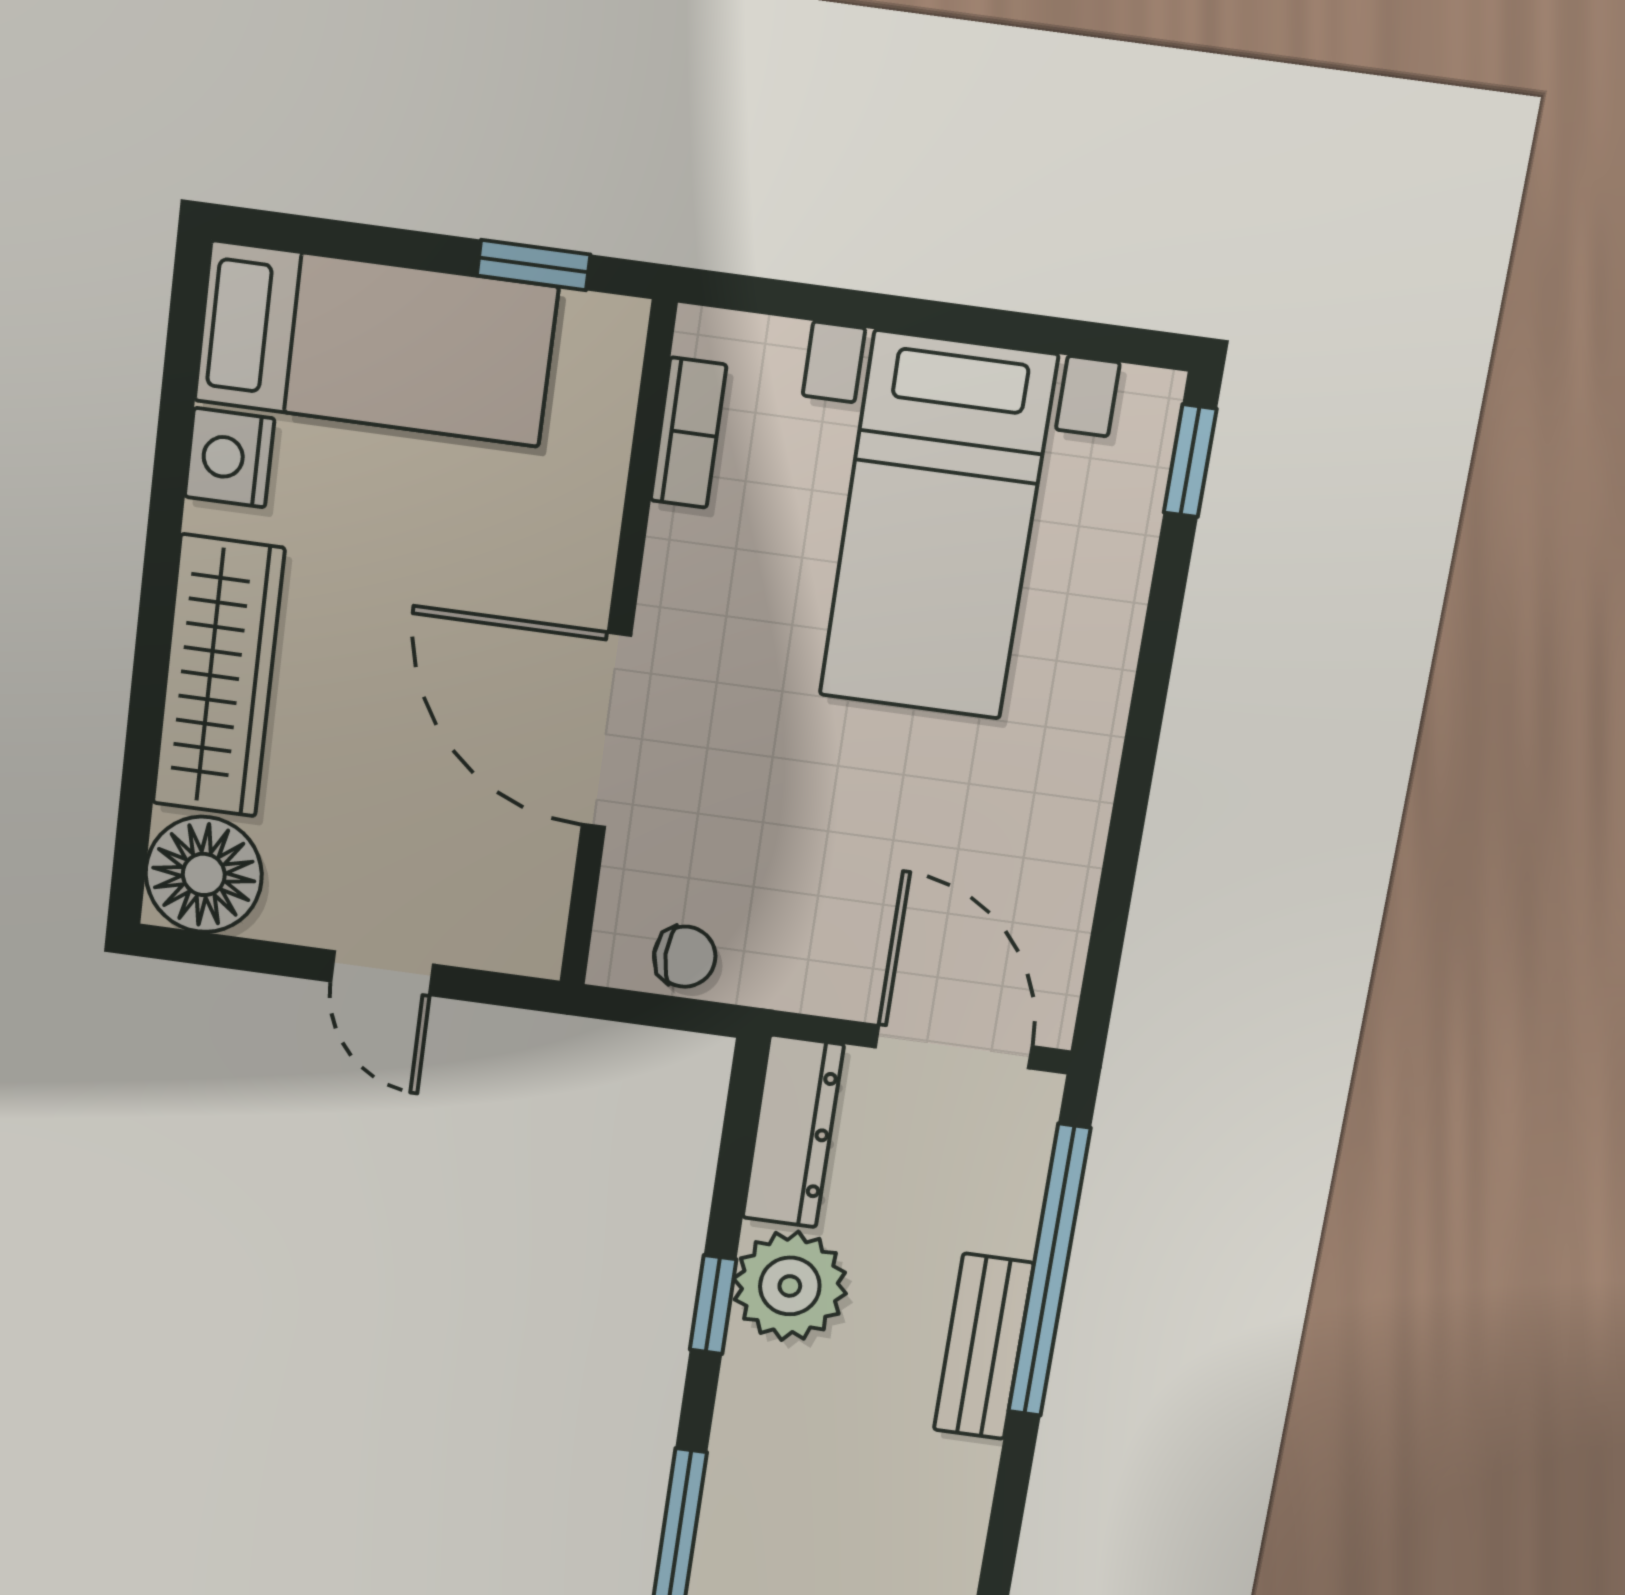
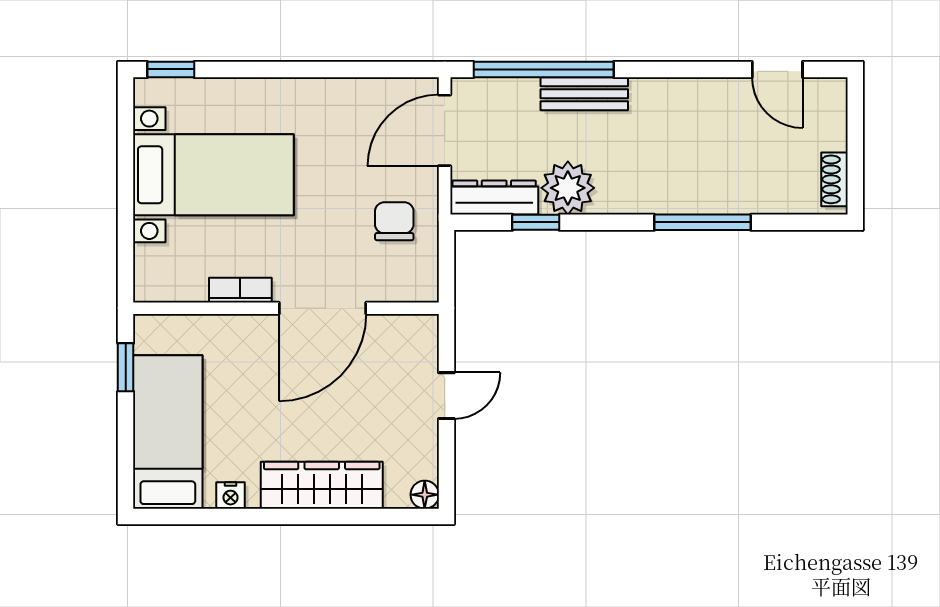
bookcase: (688, 433) -> (240, 290), moved
nightstand: (230, 458) -> (231, 495), width x0.72, depth x0.74
floor lamp: (204, 874) -> (425, 495), width x0.53, depth x0.53
chair: (685, 957) -> (394, 221), moved, width x1.37, depth x1.37
window: (713, 1305) -> (536, 222), moved

